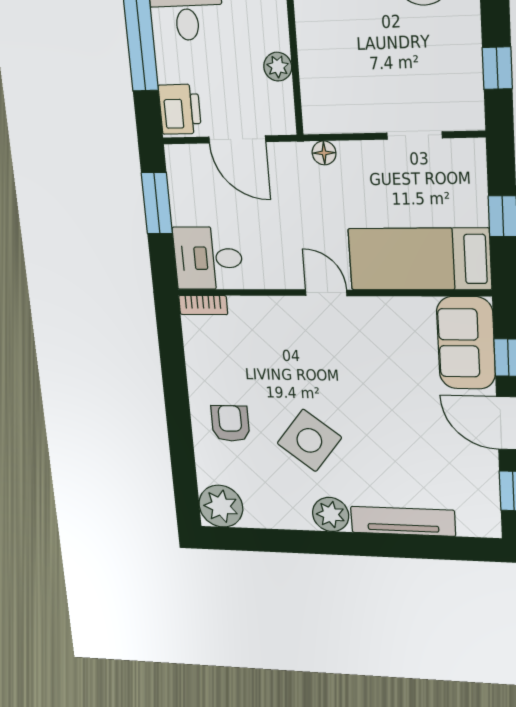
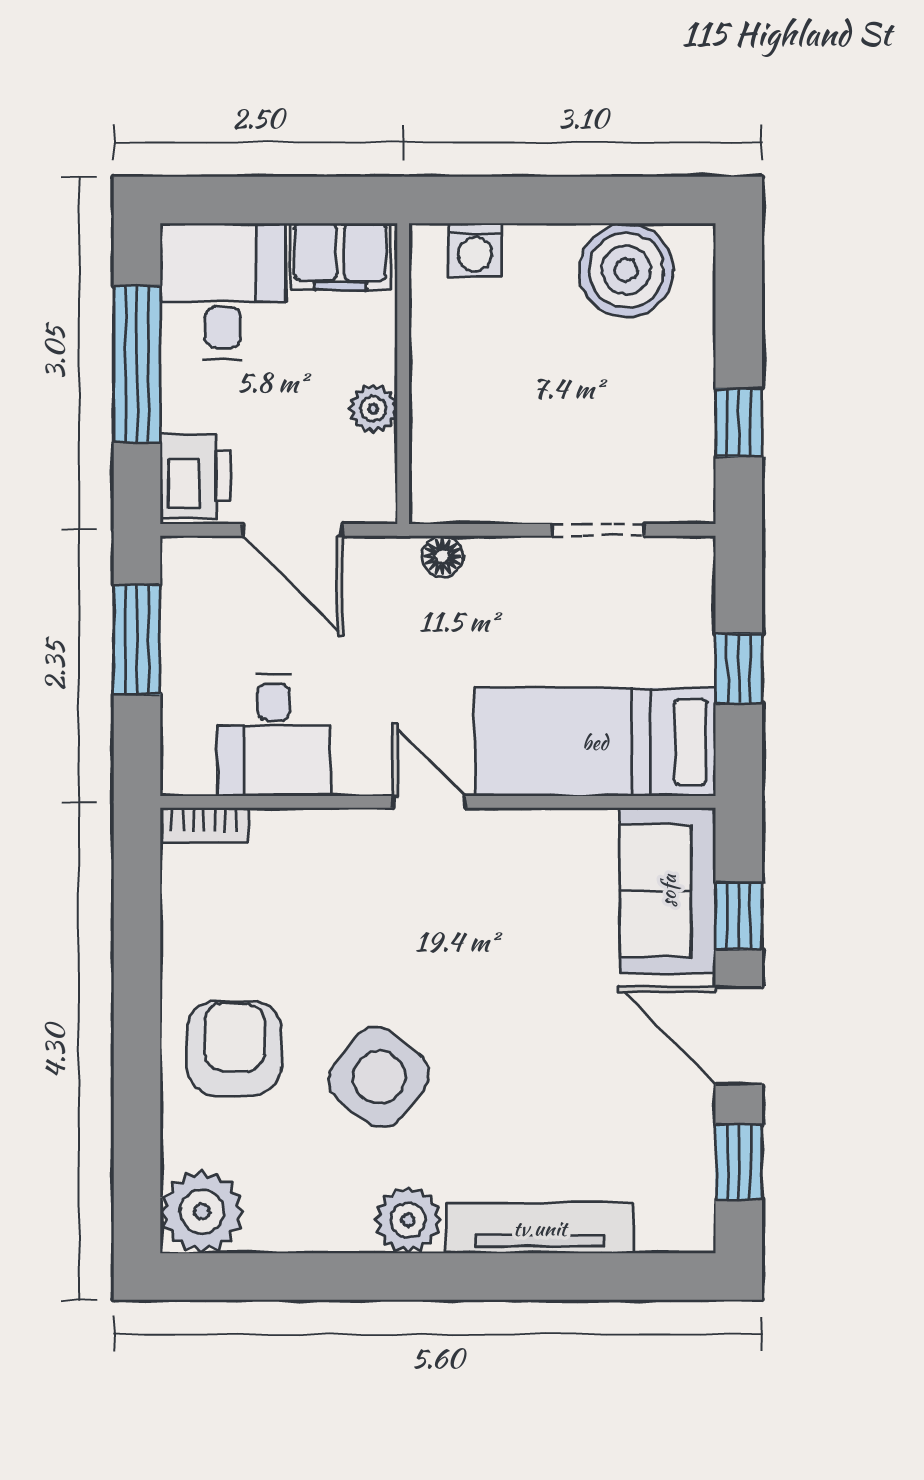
desk: (208, 258) -> (274, 735), moved, turned -90
armchair: (230, 423) -> (234, 1048), width x1.38, depth x1.38

